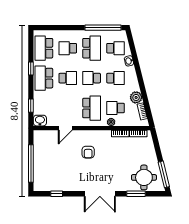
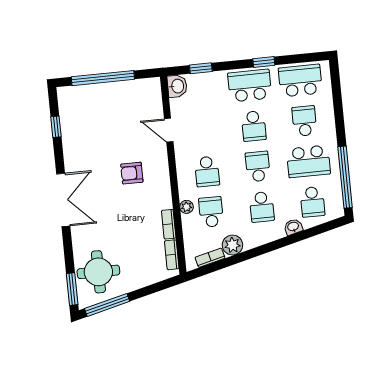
school desk: (92, 108) -> (207, 172), width x0.54
double door: (100, 194) -> (63, 200), swing flipped
window: (136, 194) -> (72, 289), moved

